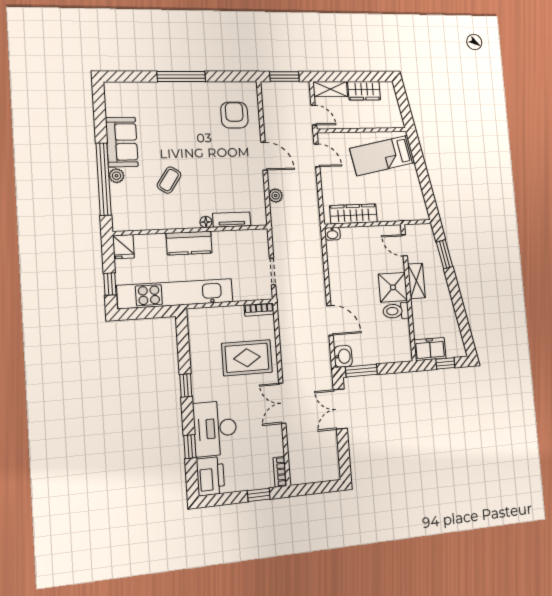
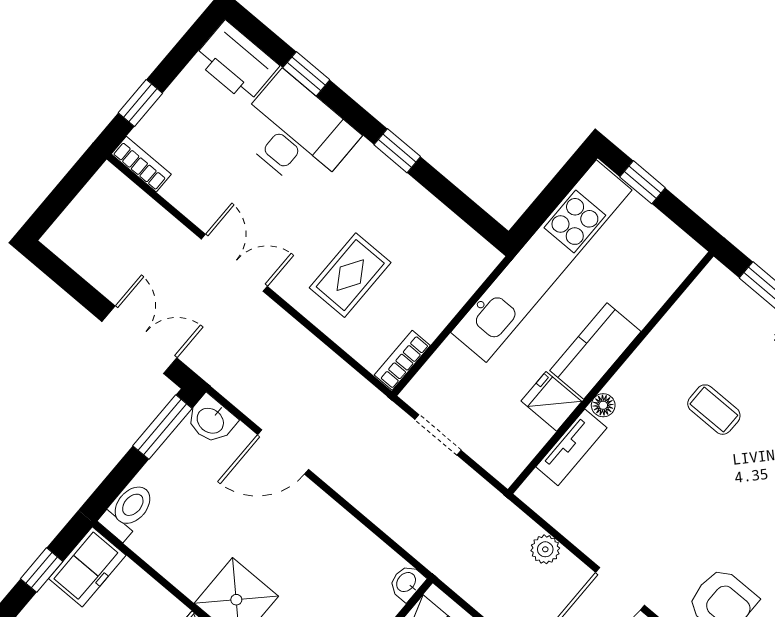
coffee table: (169, 180) -> (714, 410), turned -34
fridge: (123, 247) -> (551, 401), moved
toilet: (396, 311) -> (128, 511), moved
rug: (247, 358) -> (350, 275), width x0.73, depth x0.70

